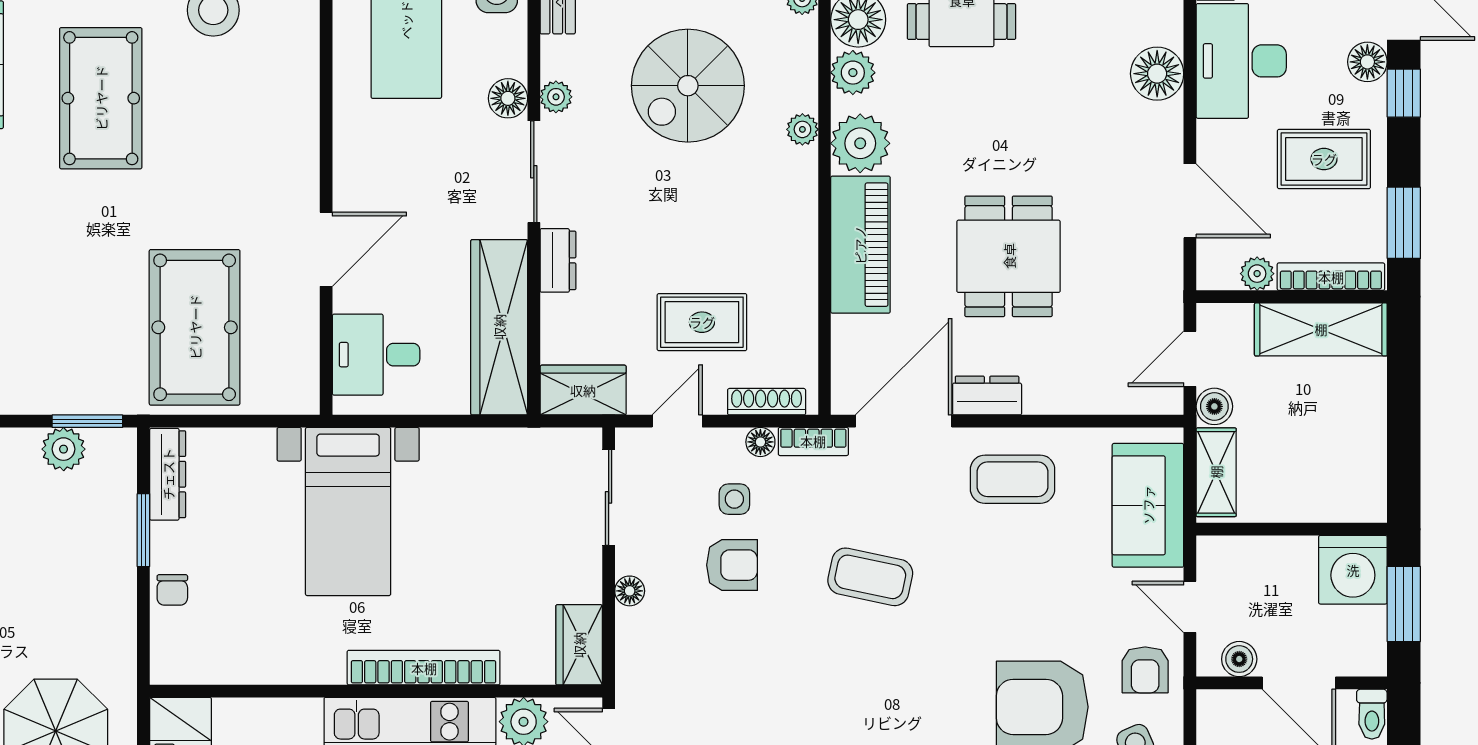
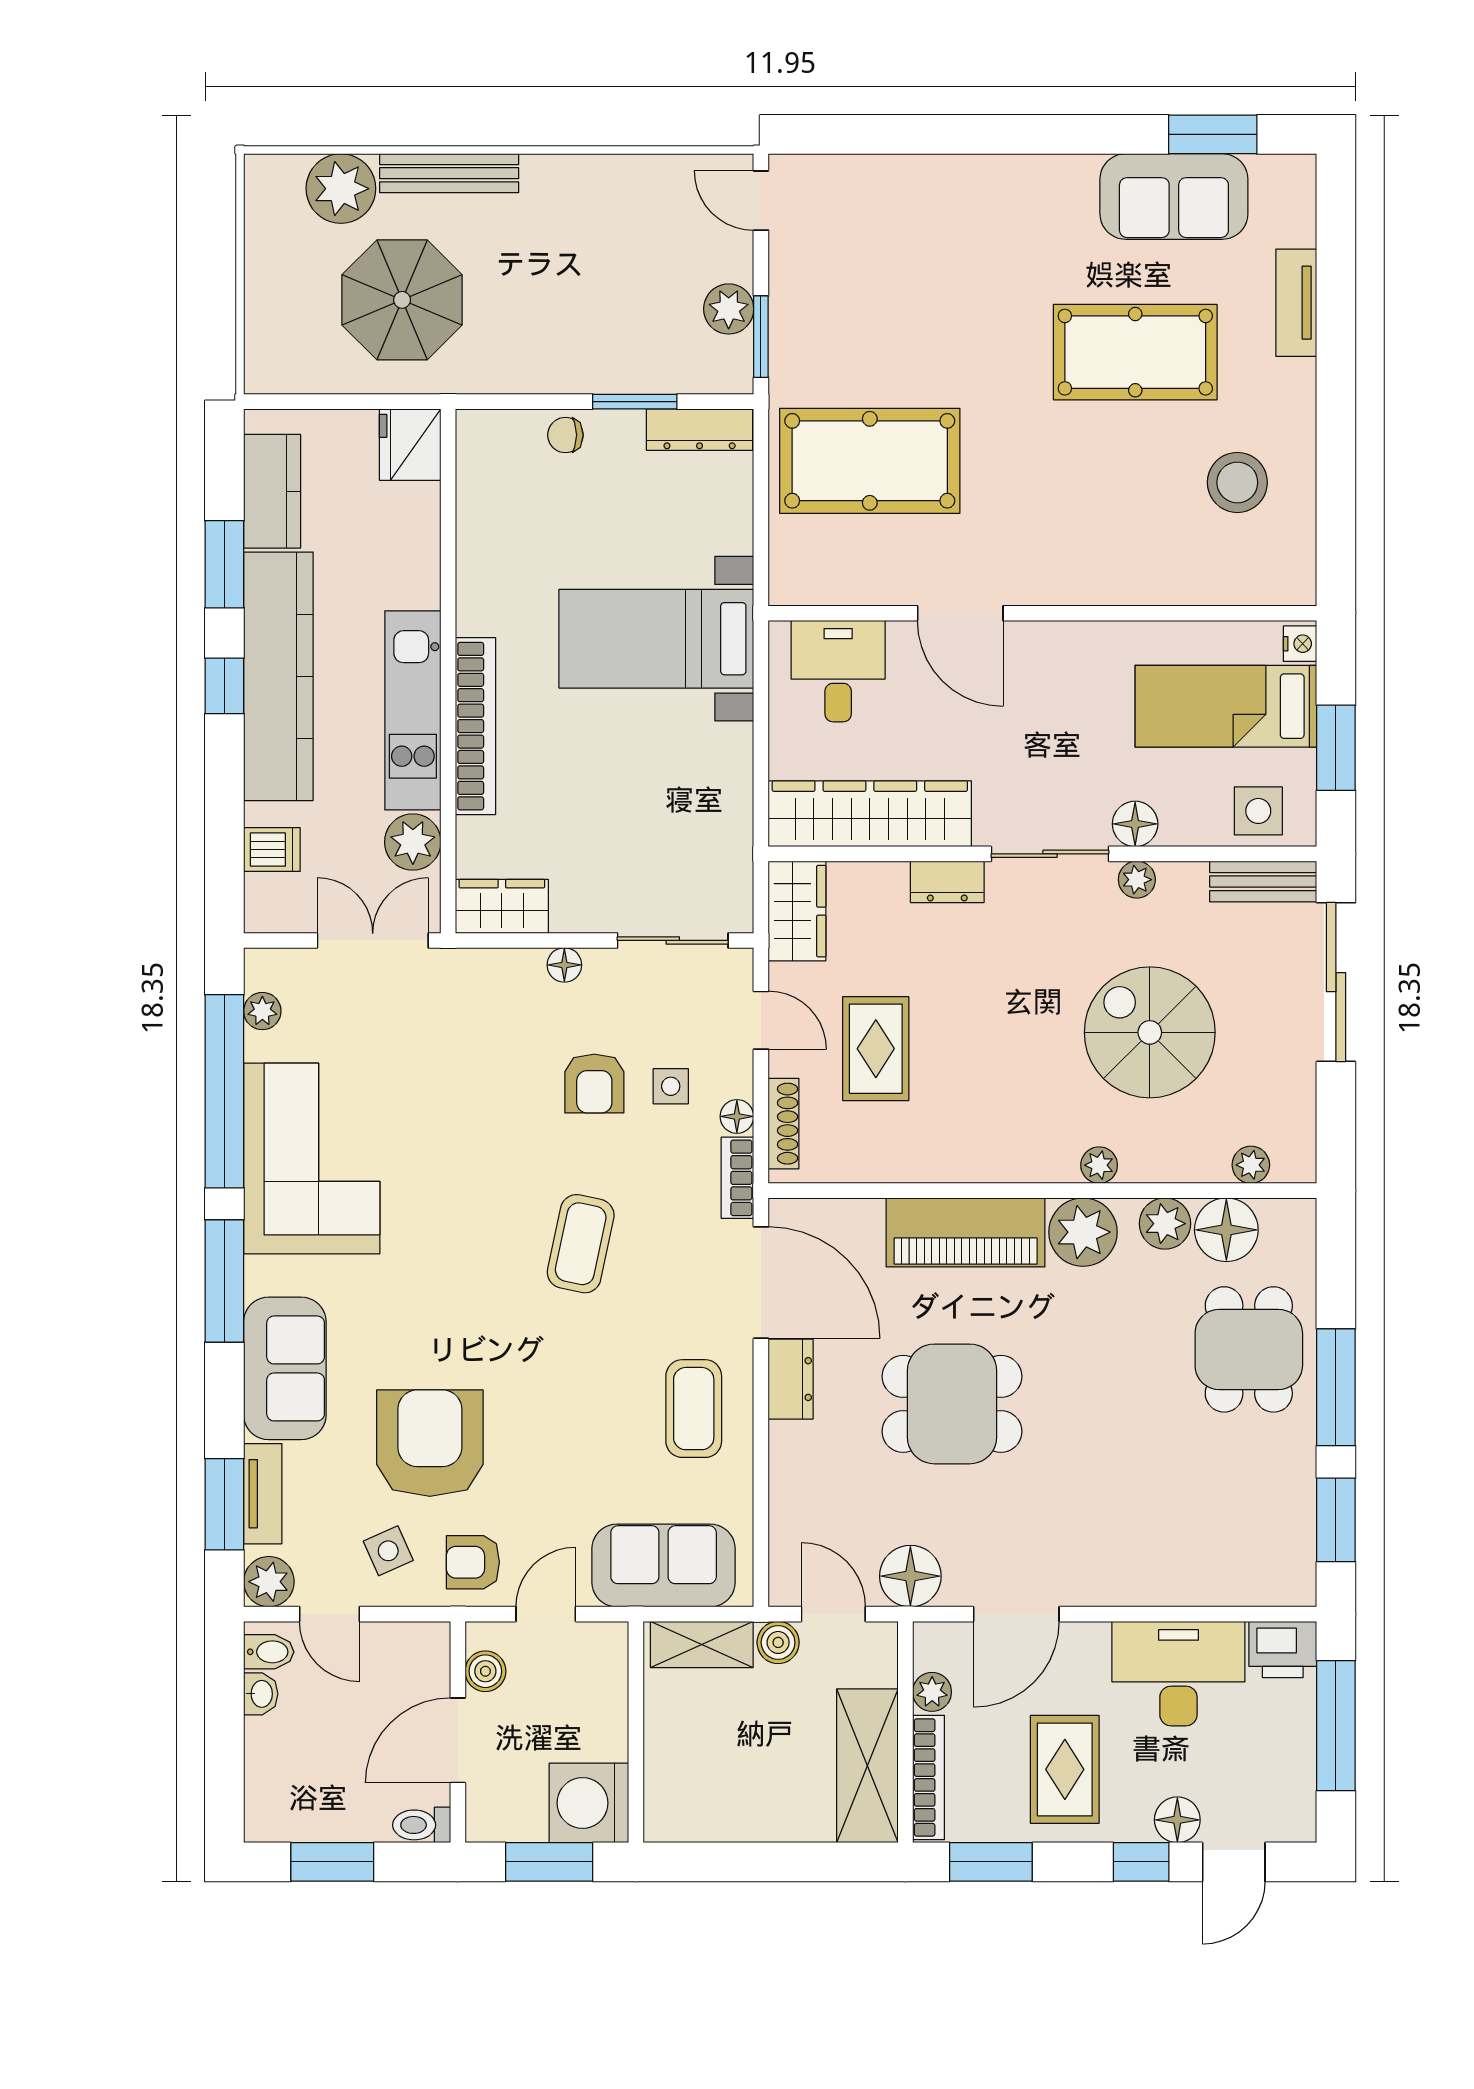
floor lamp: (1157, 74) -> (910, 1576), moved

